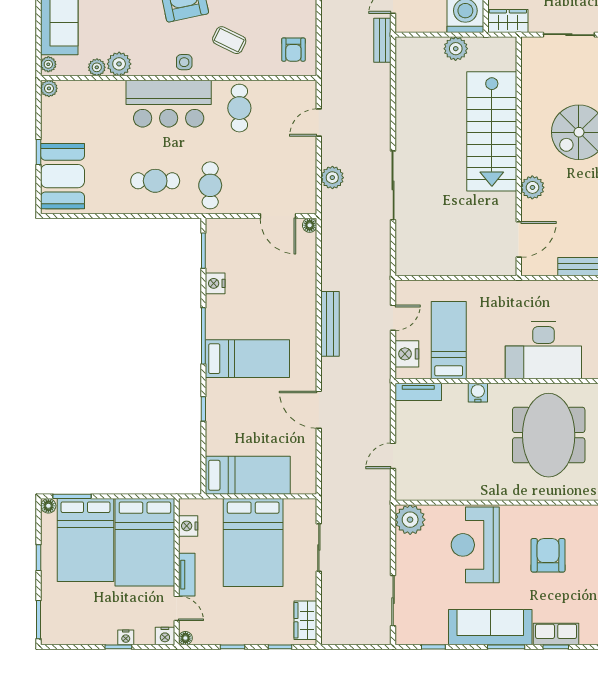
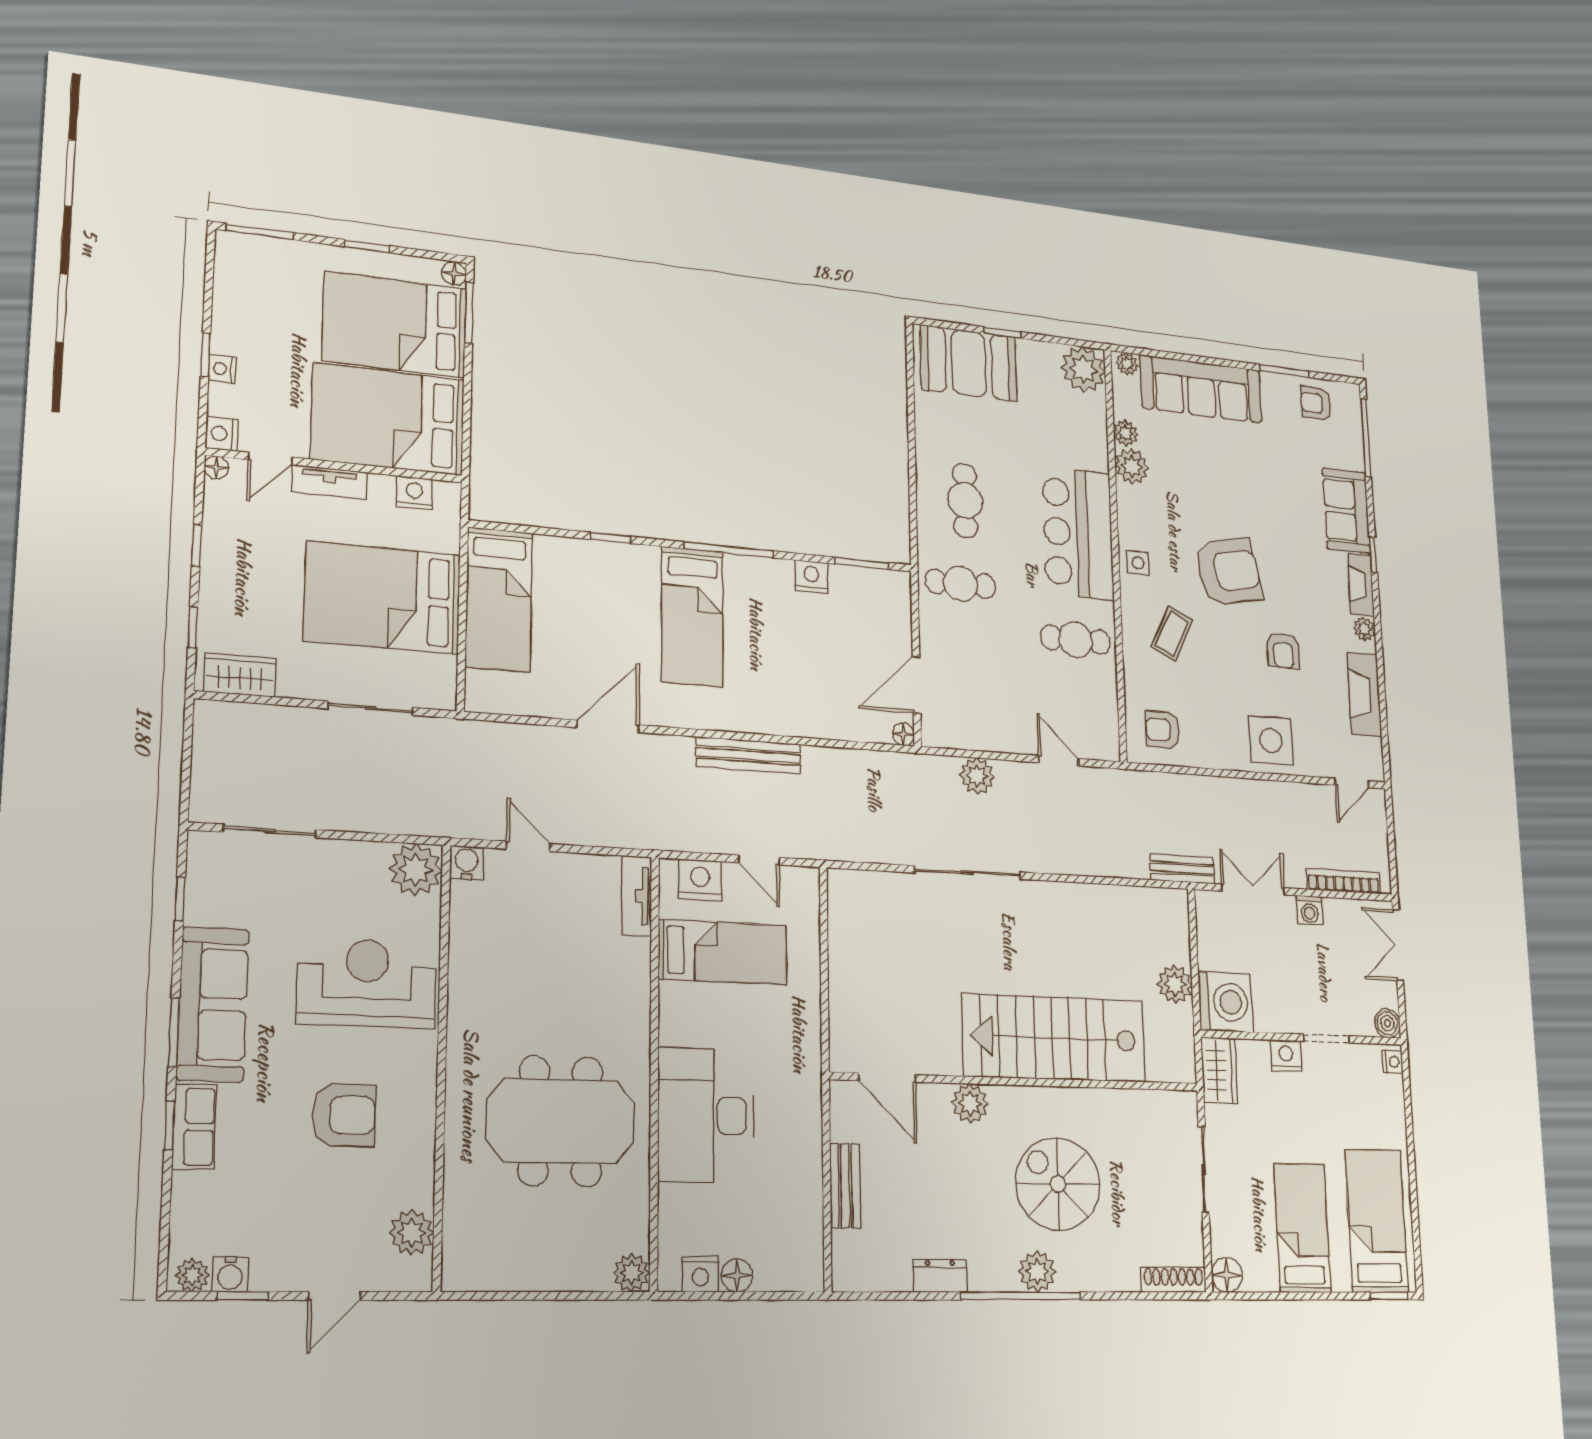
plant: (49, 88) -> (1083, 369), width x1.88, depth x1.88
water cooler: (478, 393) -> (467, 863), moved, turned -90

